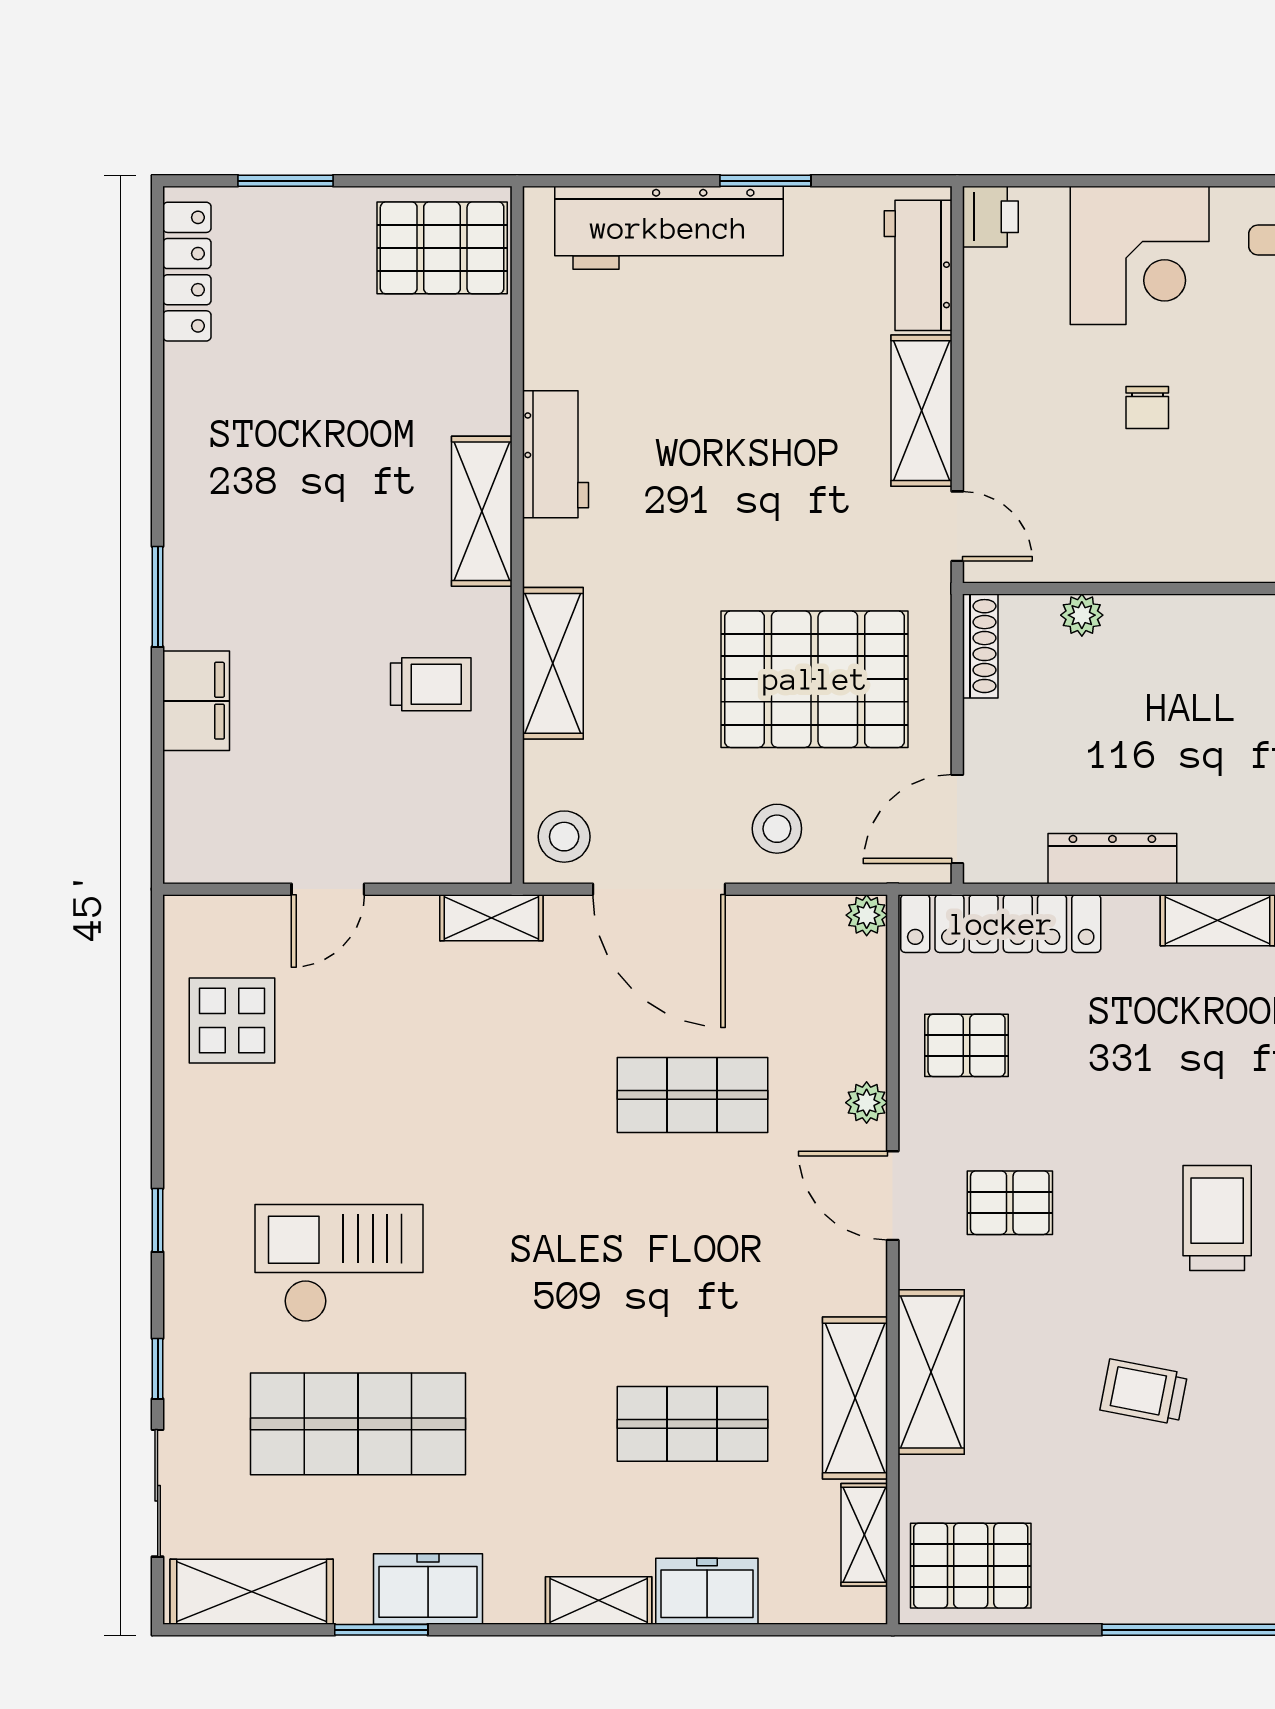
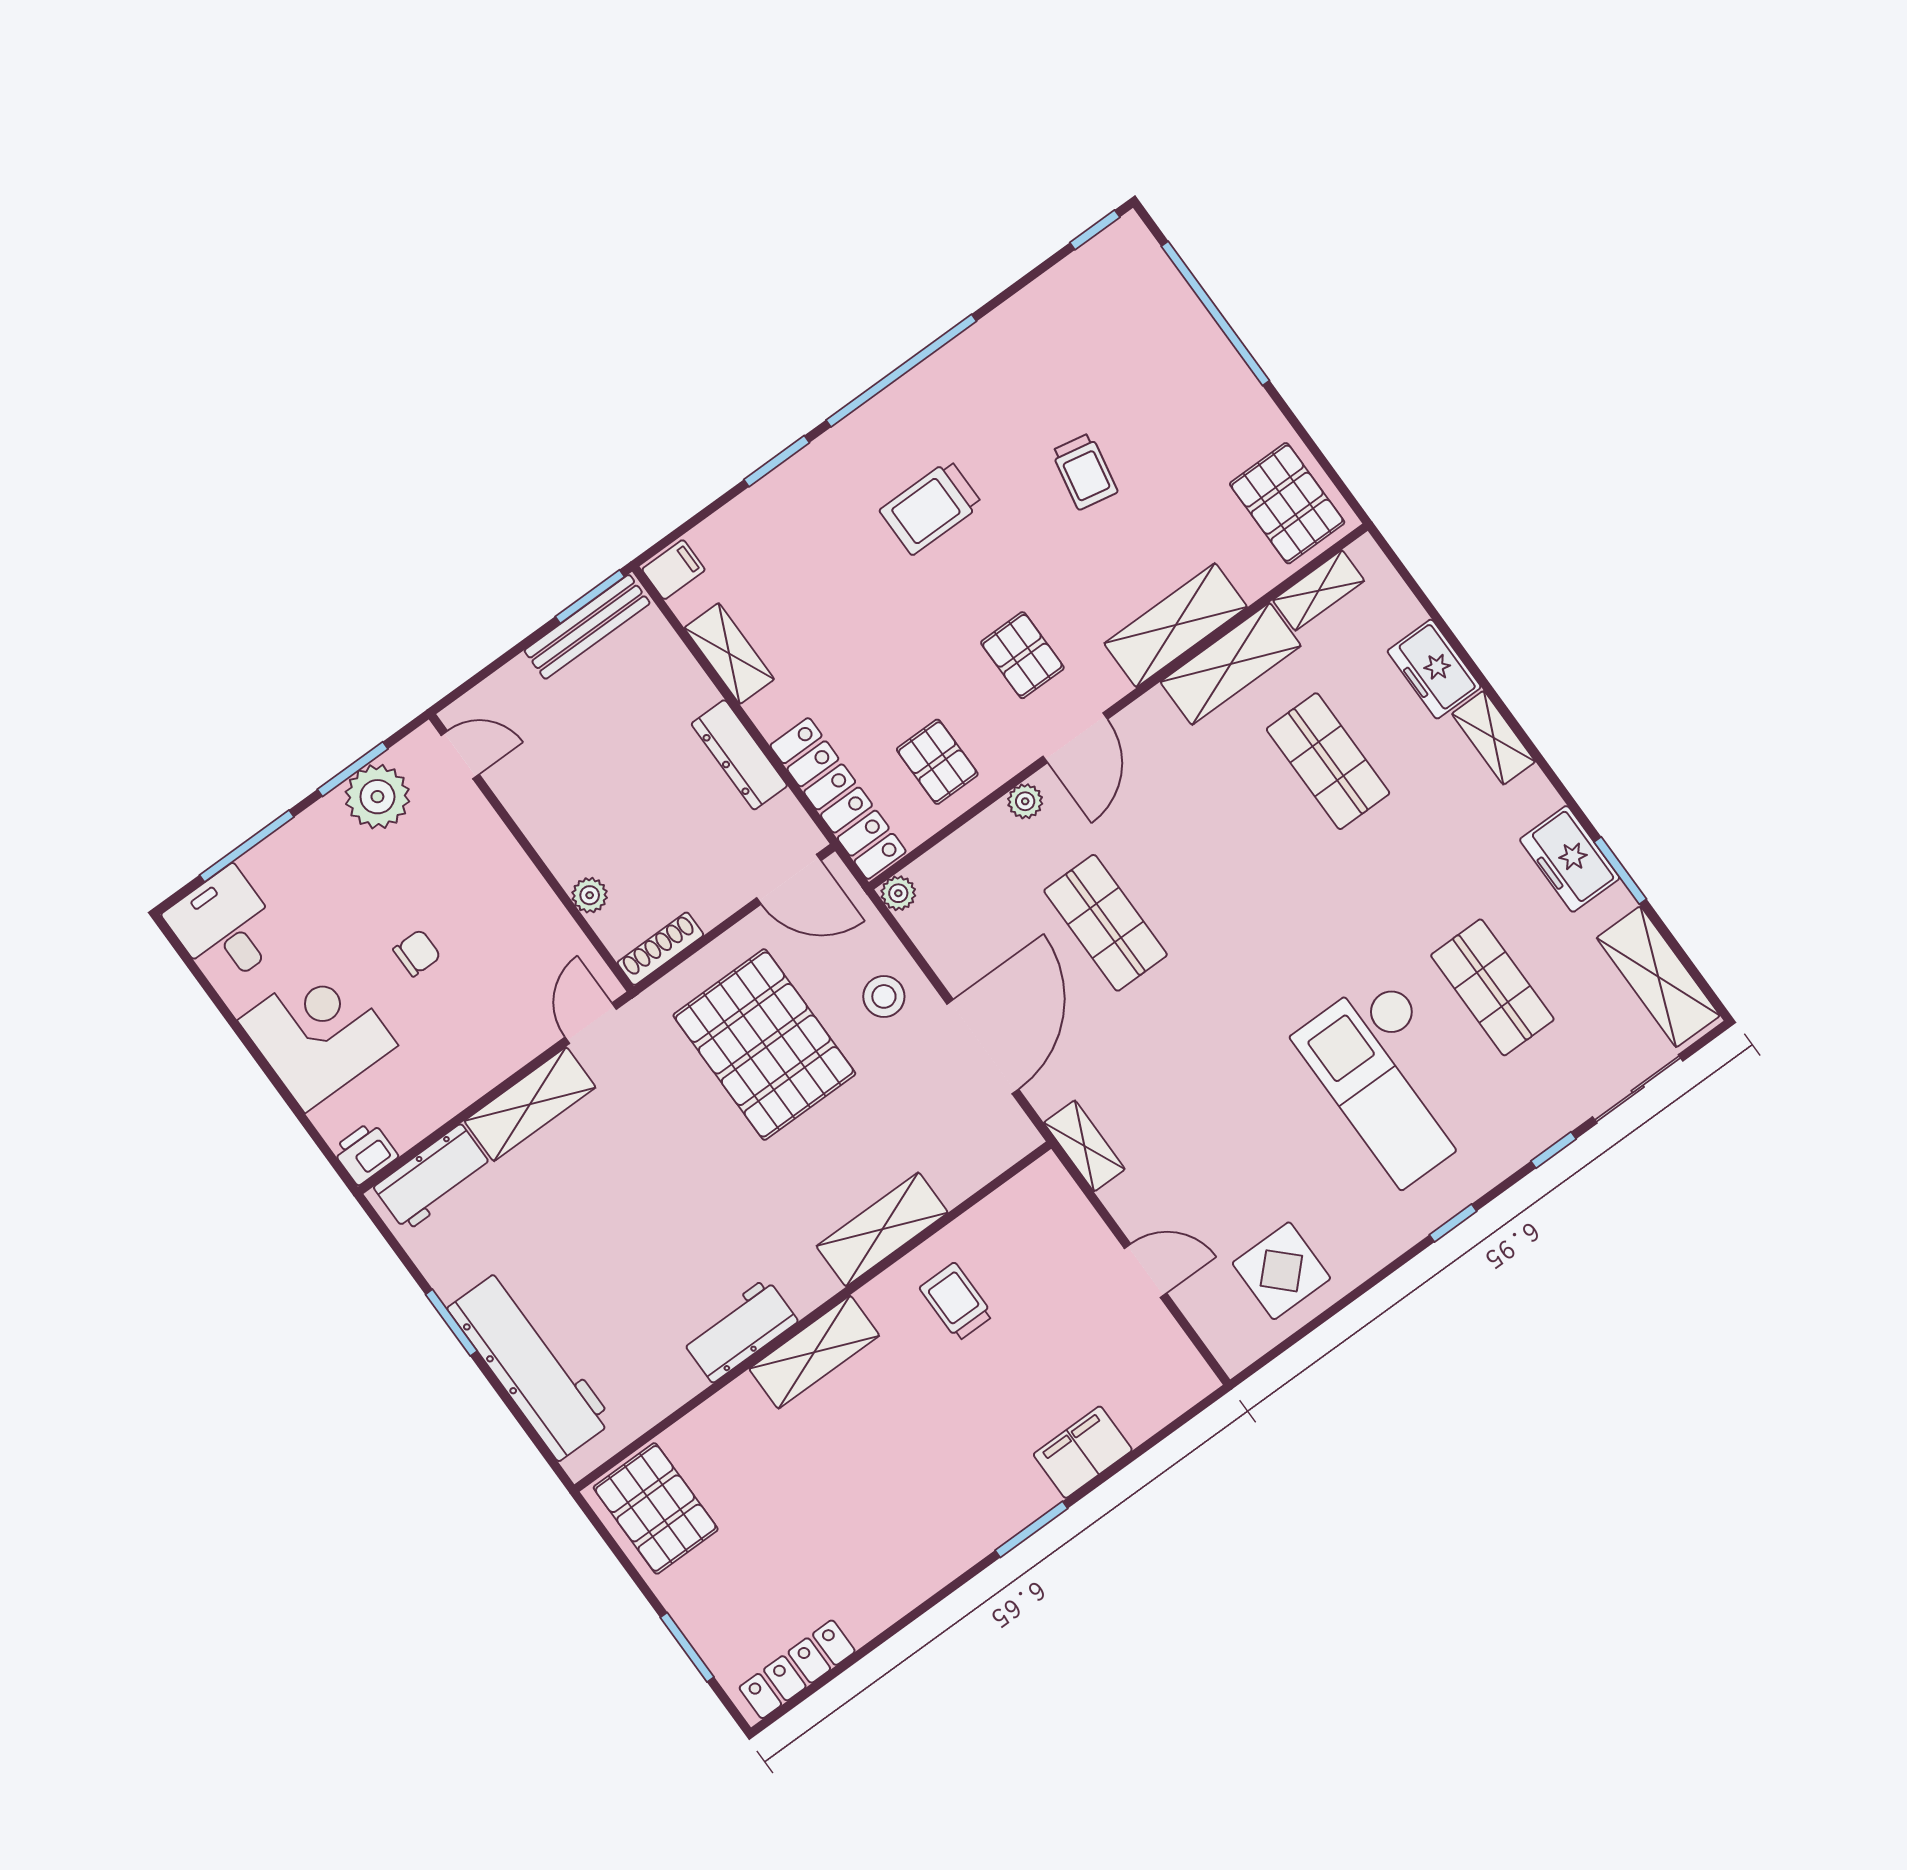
stool: (564, 837) -> (994, 1137), removed
checkout: (339, 1263) -> (1393, 1079), width x1.36, depth x1.21
shop shelf: (358, 1424) -> (1492, 987), width x0.70, depth x0.74

